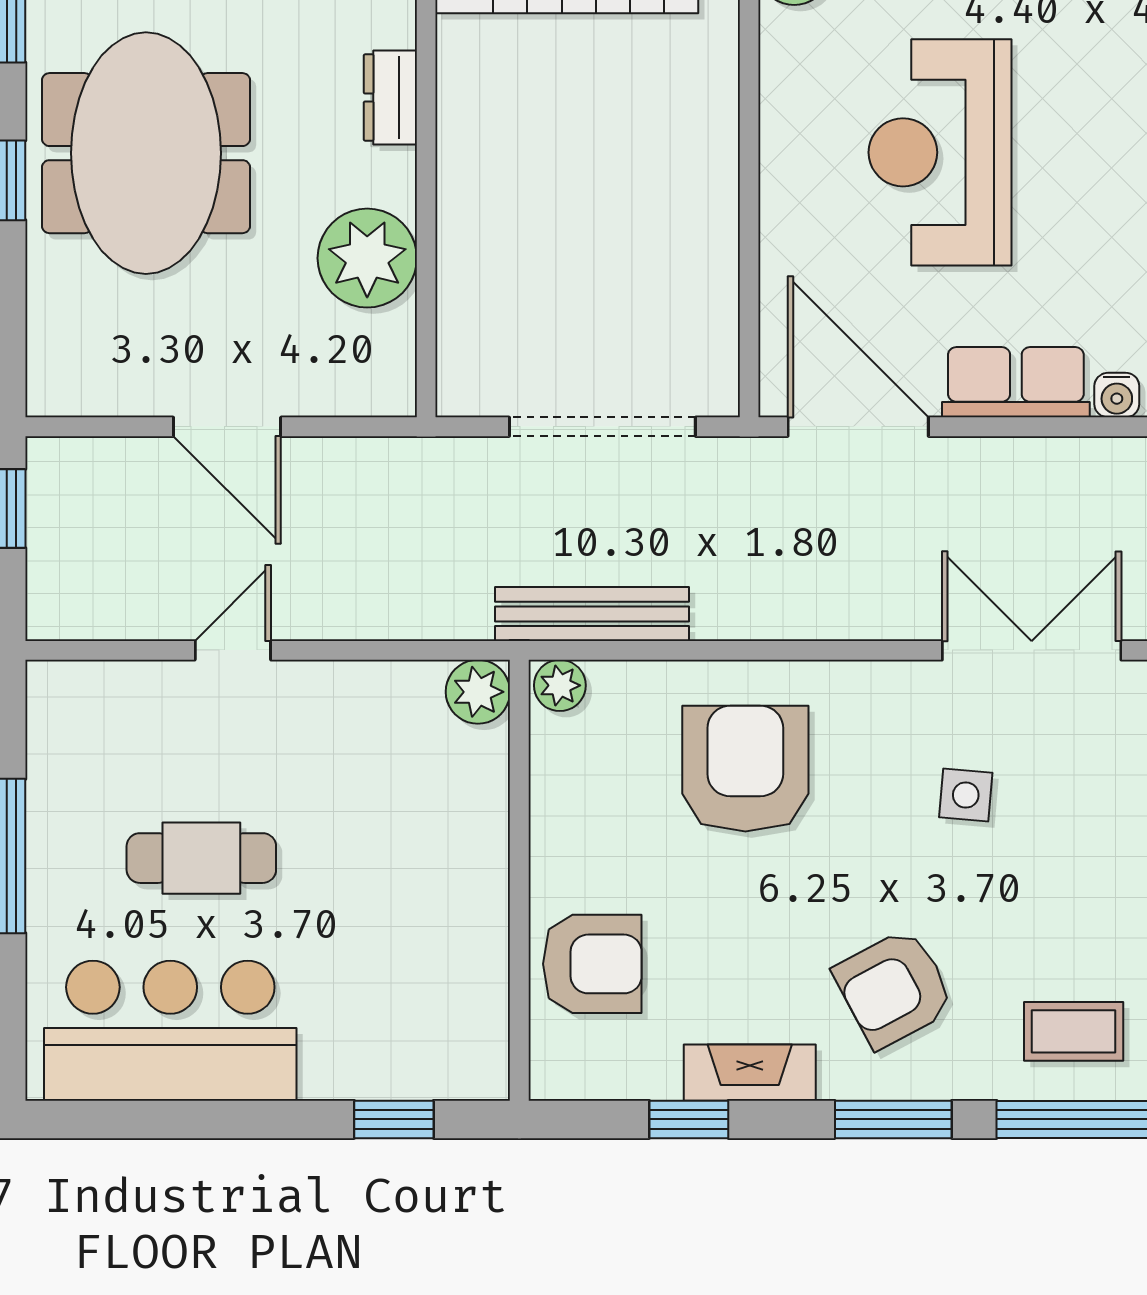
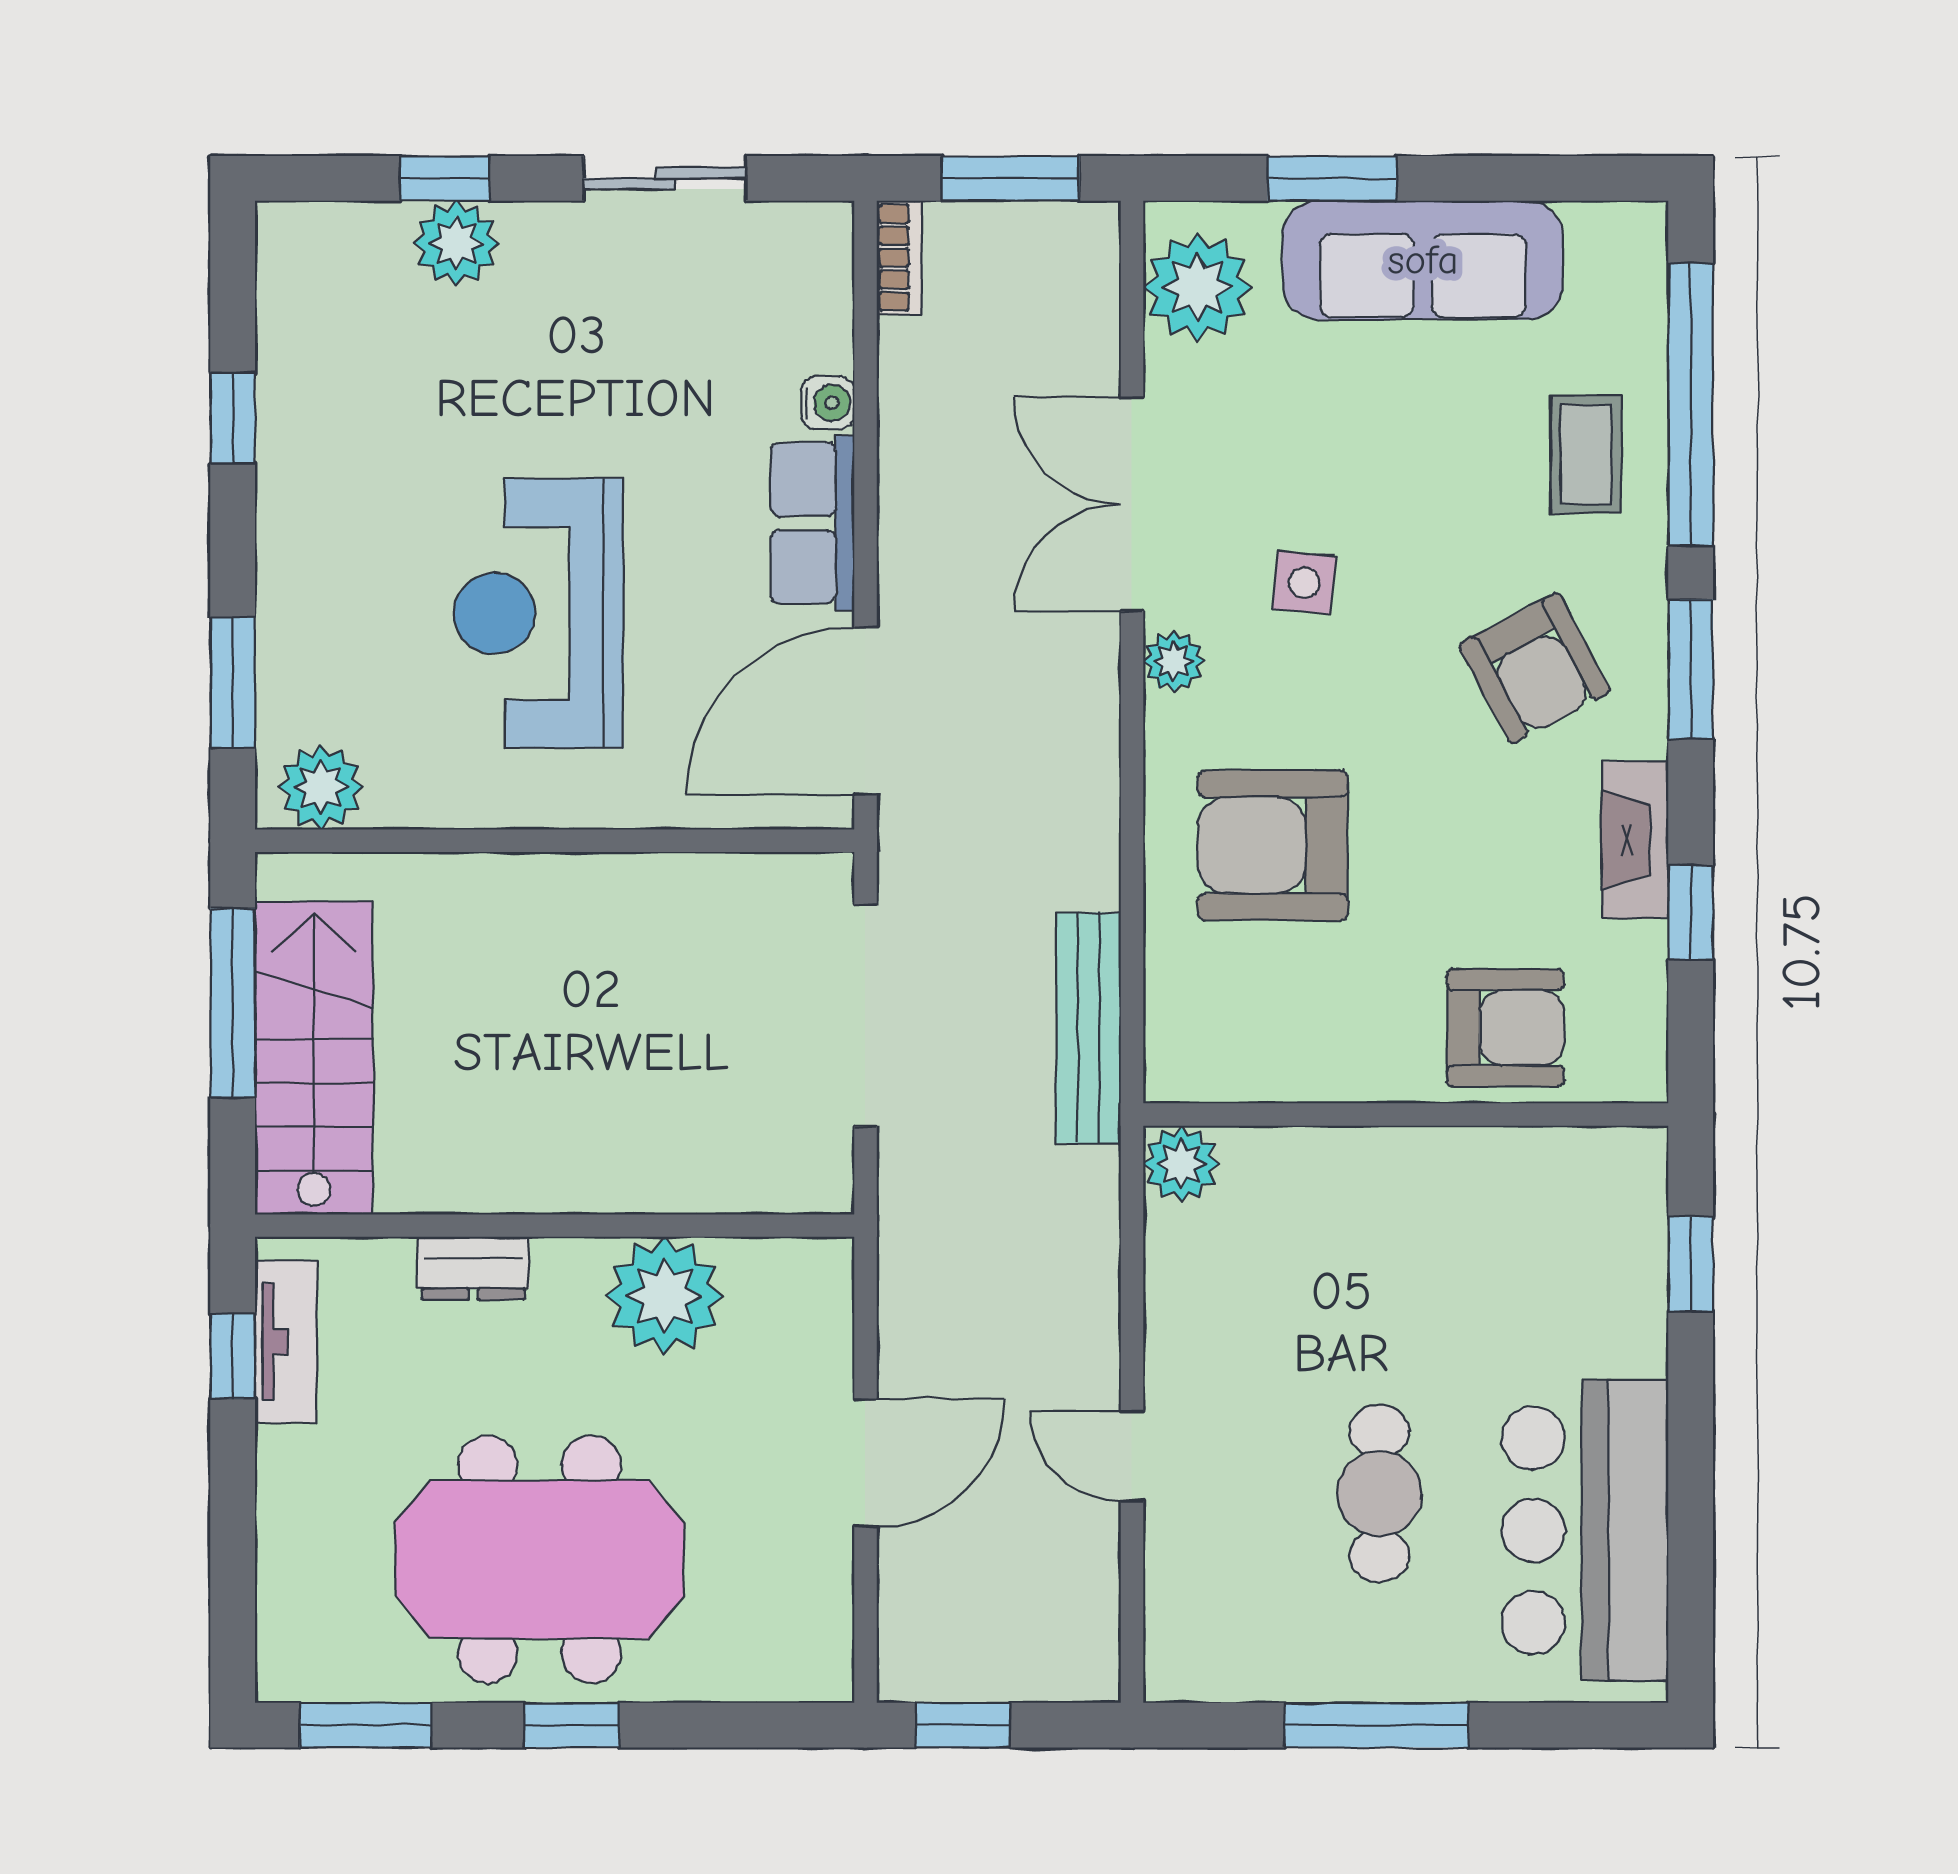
reception desk: (940, 152) -> (539, 613), turned 90
plant: (560, 685) -> (1174, 661), moved
armchair: (592, 964) -> (1505, 1028), turned 90

